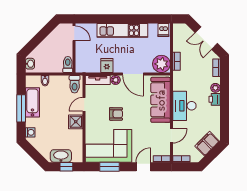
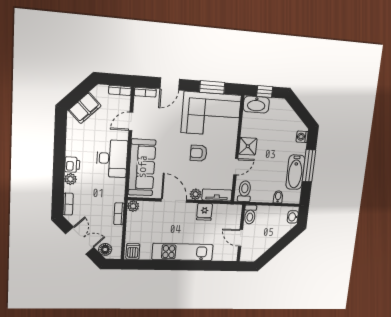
floor lamp: (186, 31) -> (105, 249), added
door: (74, 33) -> (240, 238), moved
plant: (161, 64) -> (133, 206), width x0.53, depth x0.53
washbasin: (61, 156) -> (256, 105), moved

